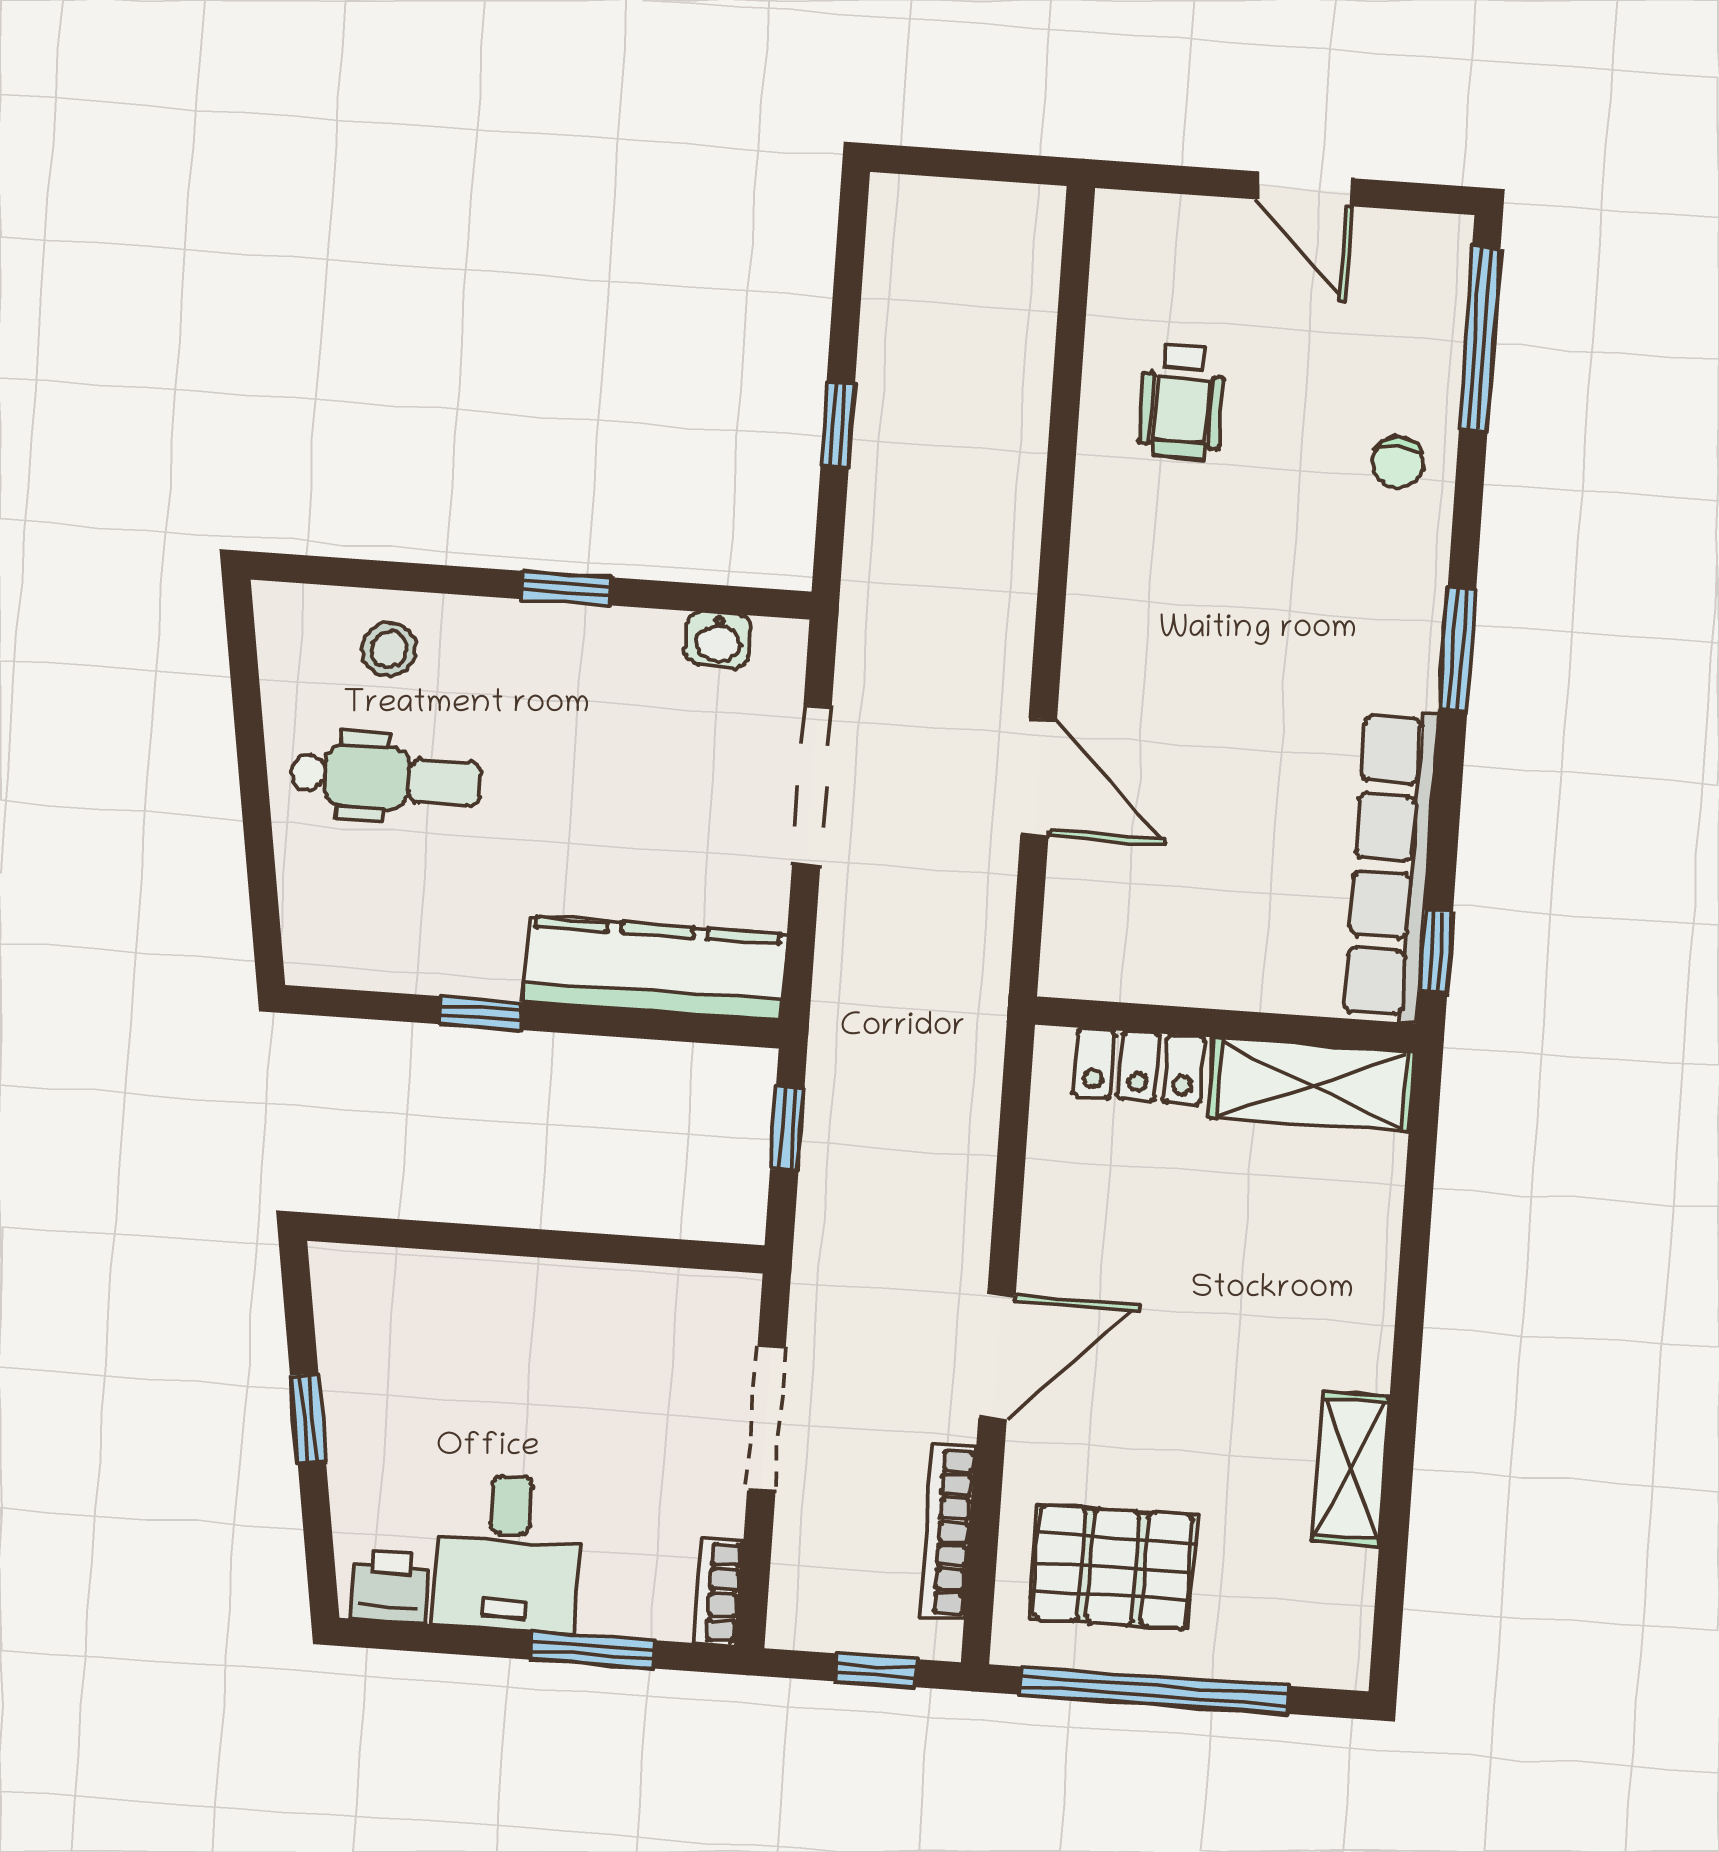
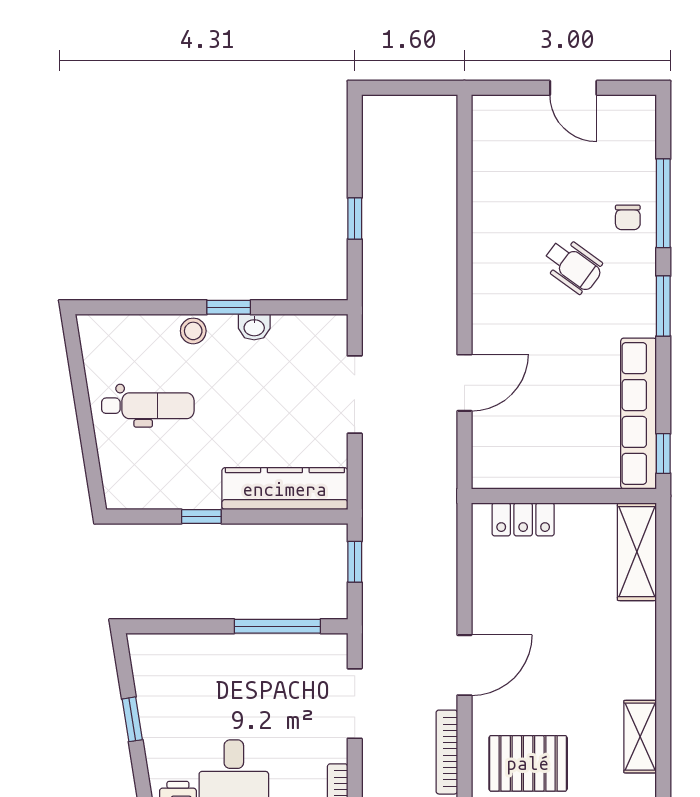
window: (1480, 339) -> (663, 203), moved
wheelchair: (1182, 401) -> (573, 266), moved, turned -54
washbasin: (718, 640) -> (254, 327), moved
stool: (389, 649) -> (193, 331), moved
door: (1039, 777) -> (464, 383), hinge flipped
shelving: (1312, 1085) -> (637, 552), moved, turned 90
window: (619, 1249) -> (277, 626), added
shelving: (1351, 1469) -> (640, 737), moved

